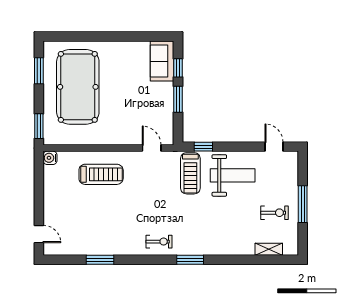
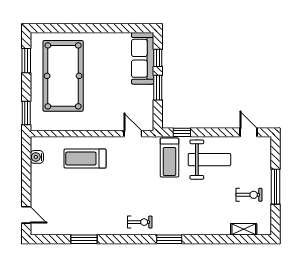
sofa: (162, 61) -> (143, 58), width x1.36
water cooler: (50, 158) -> (37, 157), moved
treadmill: (101, 174) -> (85, 159), turned 180

